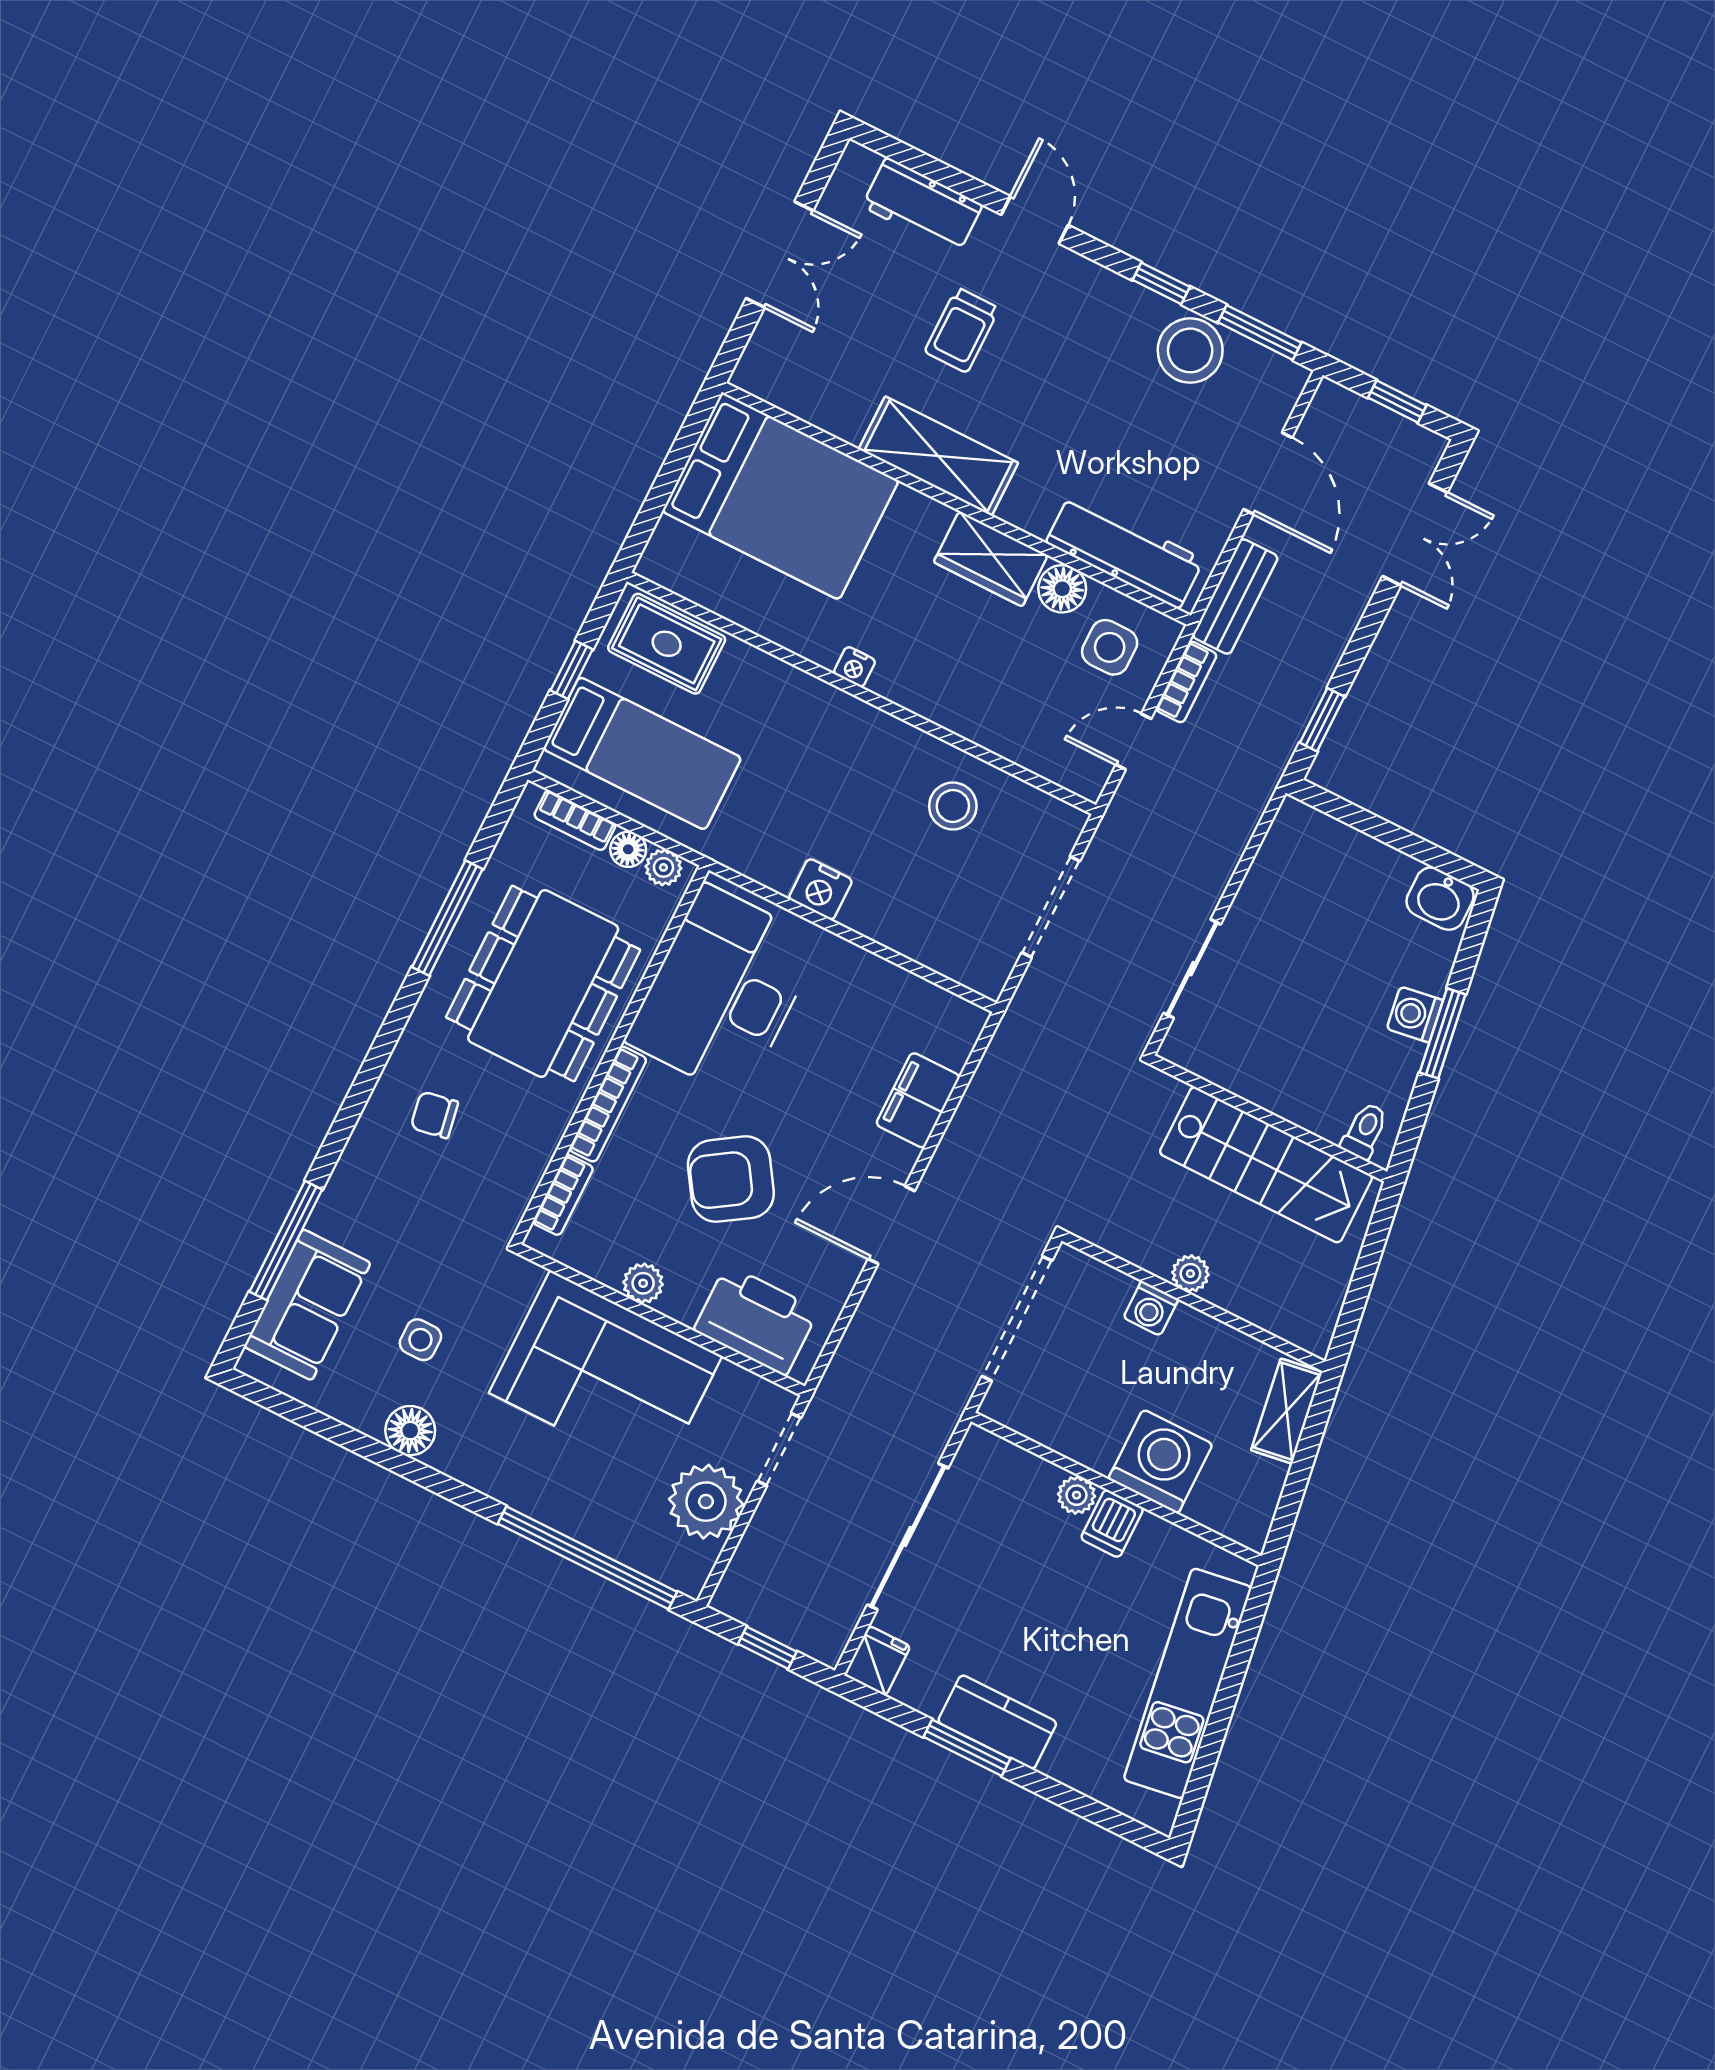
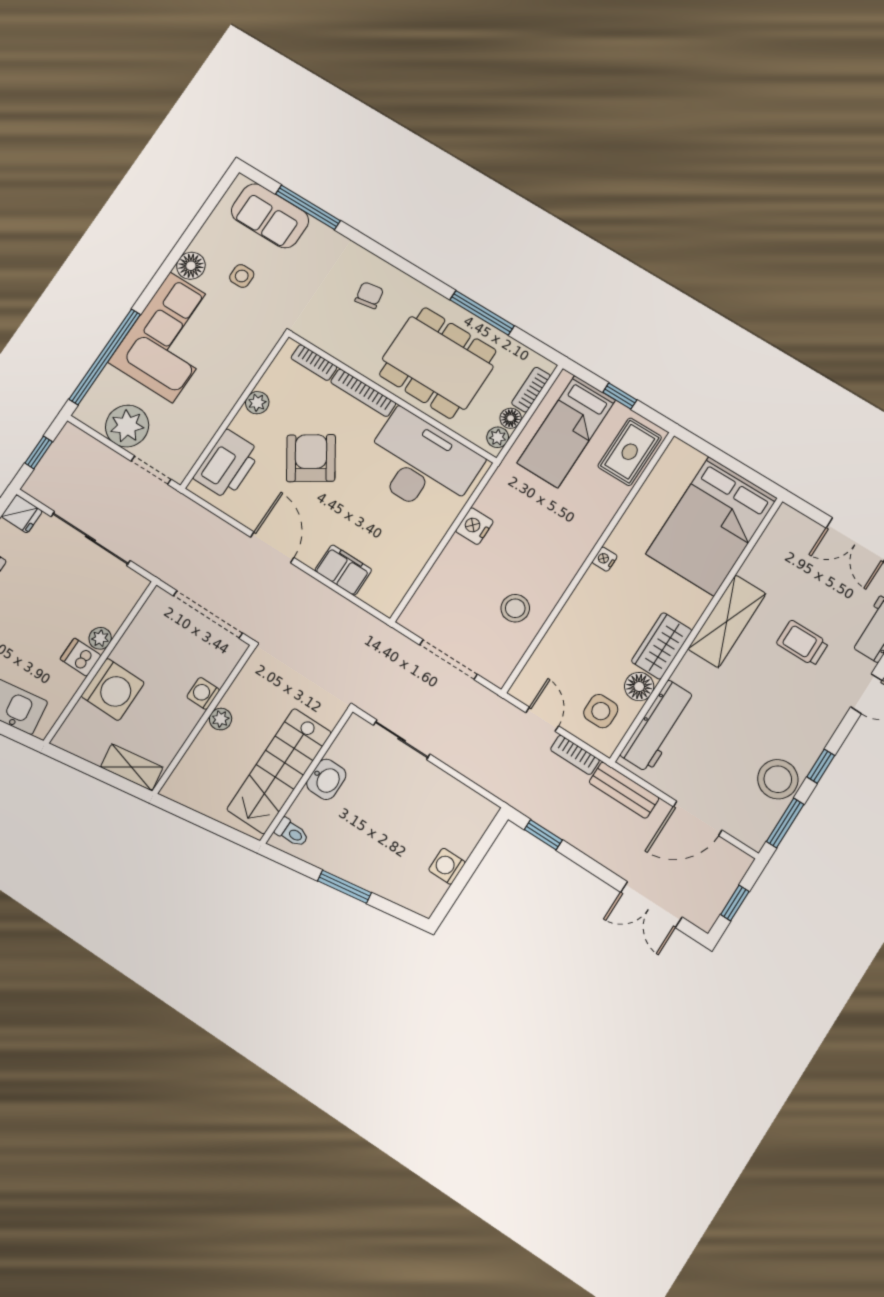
washbasin: (1440, 899) -> (326, 779), moved, turned 180
washing machine: (1415, 1015) -> (447, 866), moved, turned -81
corner sofa: (606, 1374) -> (171, 337), moved, turned 180

